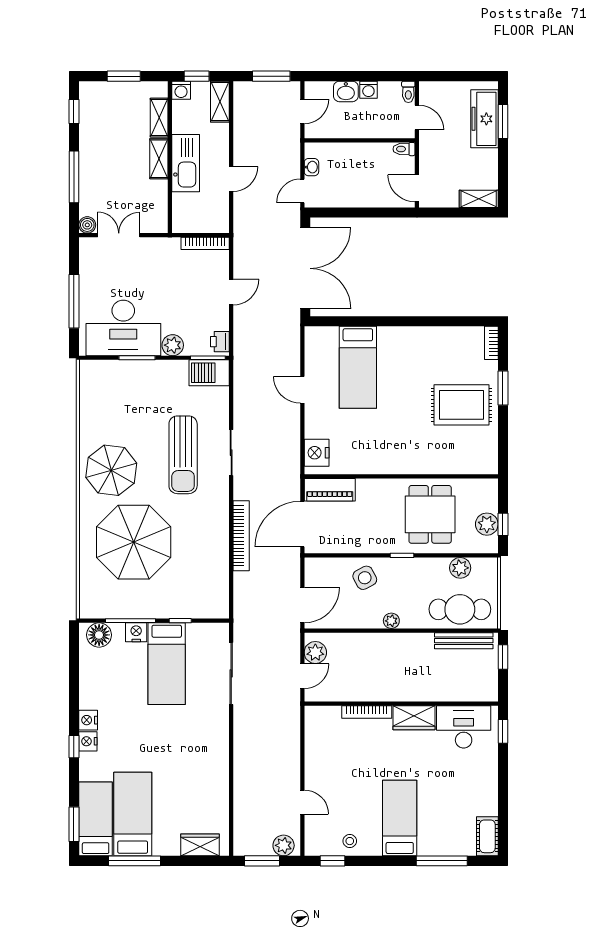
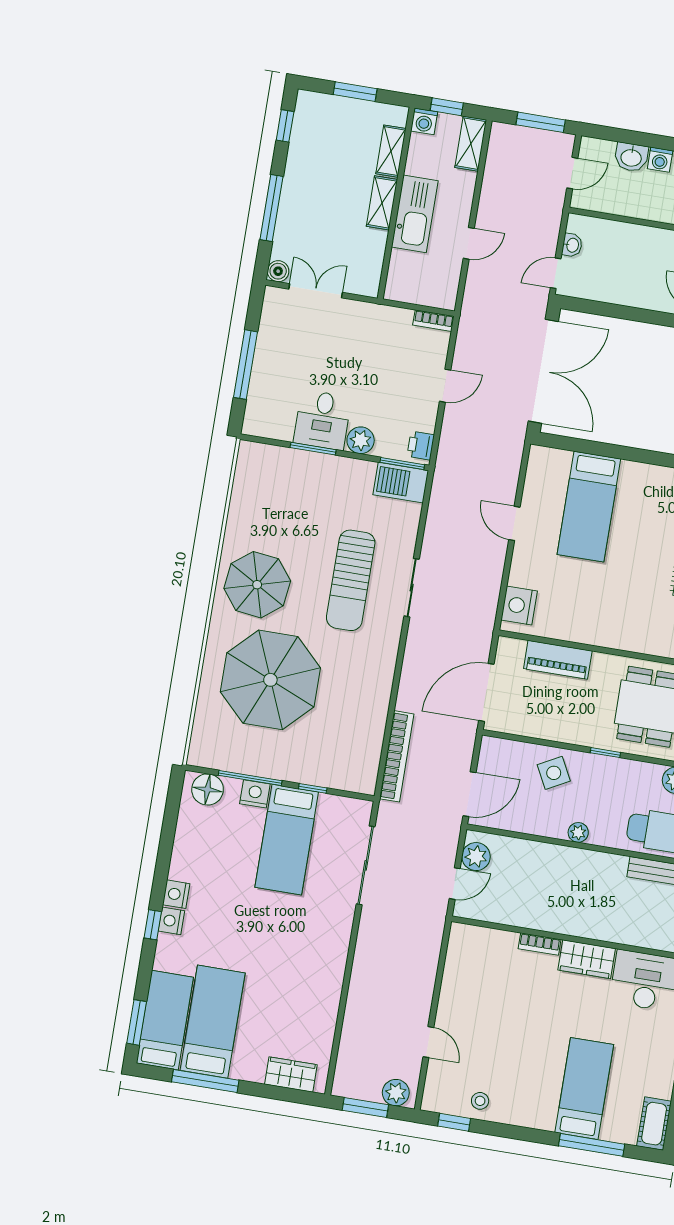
bookcase: (205, 243) -> (433, 321), width x0.64
desk: (123, 328) -> (322, 420), width x0.53, depth x0.77
piano: (330, 490) -> (558, 660), moved
bookcase: (241, 536) -> (397, 756), moved
bookcase: (367, 712) -> (540, 944), width x0.64
bed: (400, 818) -> (584, 1088), moved

